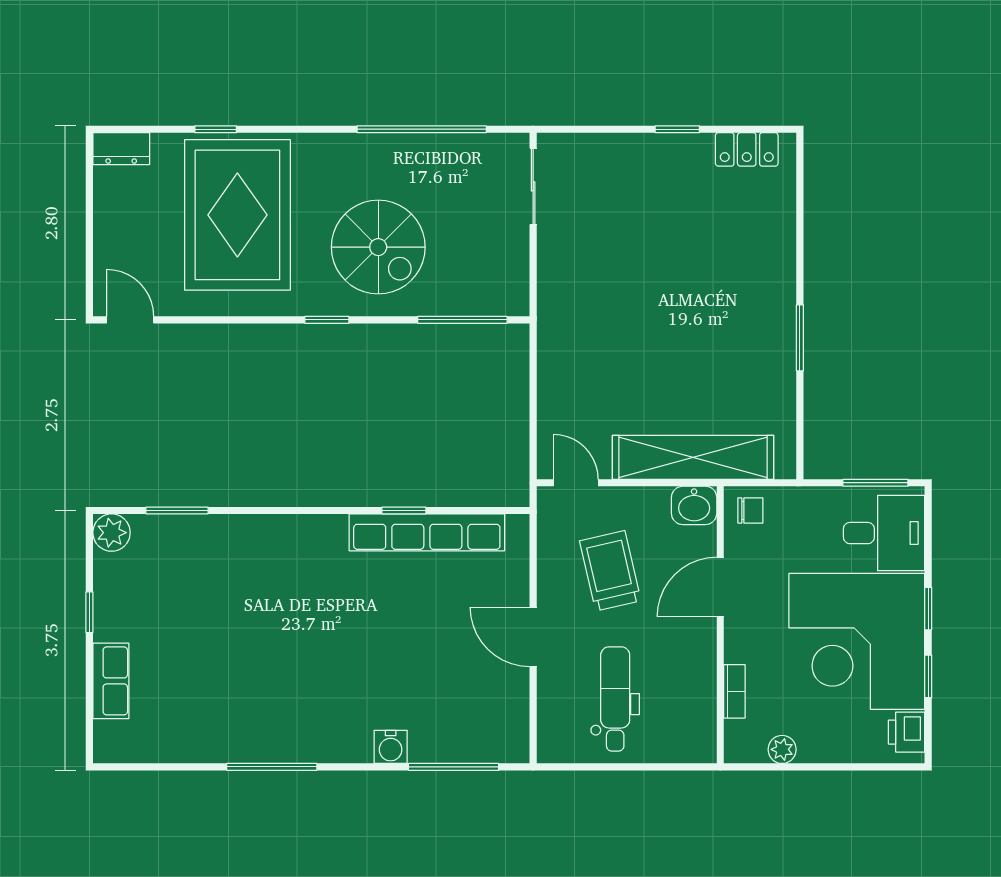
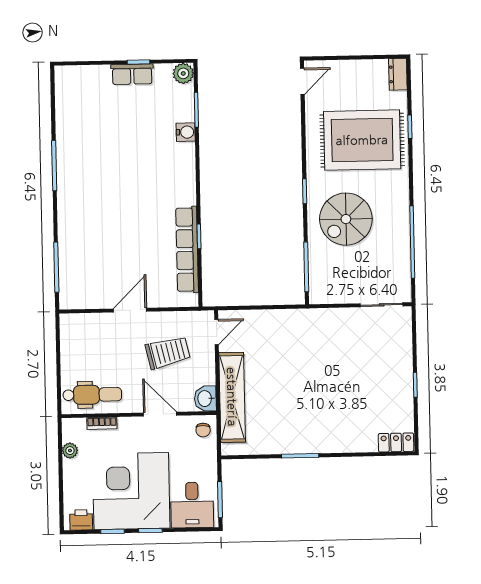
locker: (747, 149) -> (396, 442), moved, turned 90
row of seats: (111, 681) -> (132, 74), moved
dental chair: (615, 699) -> (92, 395), moved
water cooler: (391, 747) -> (186, 132), moved, turned 180

